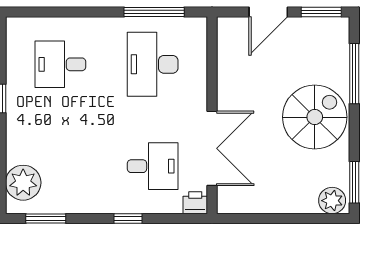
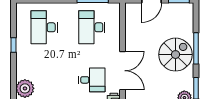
desk: (60, 64) -> (44, 27), width x1.37
window: (354, 74) -> (196, 48), moved

